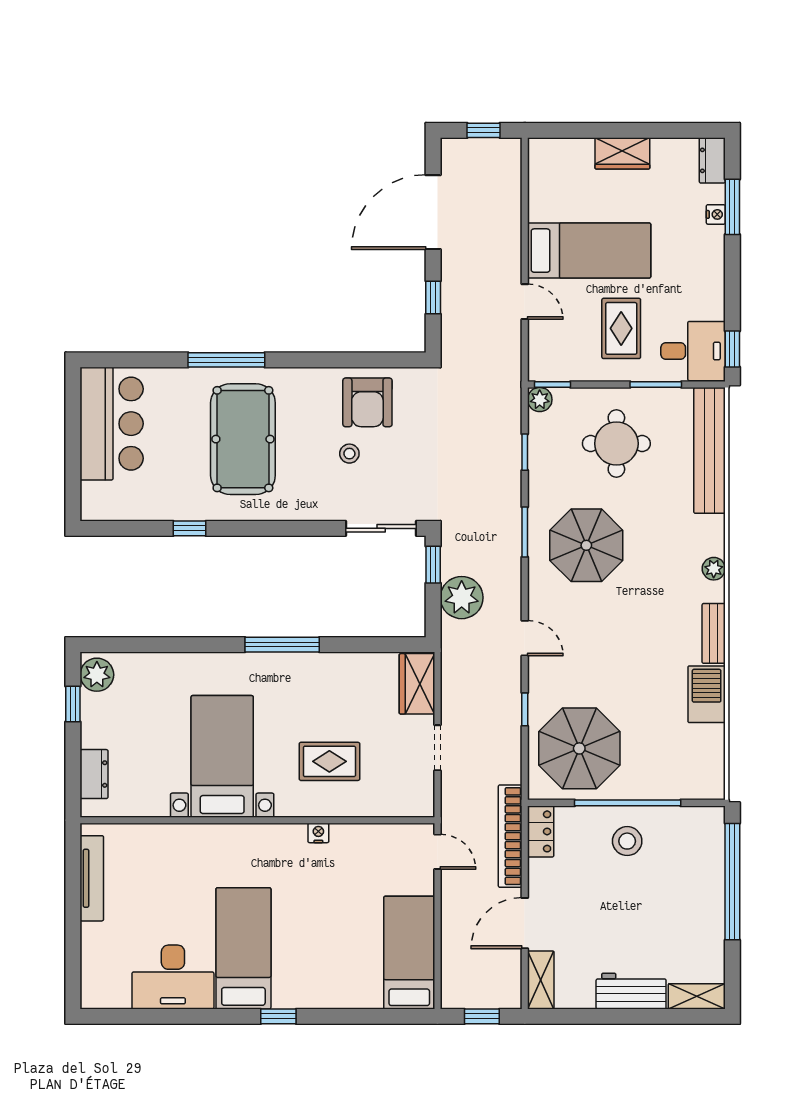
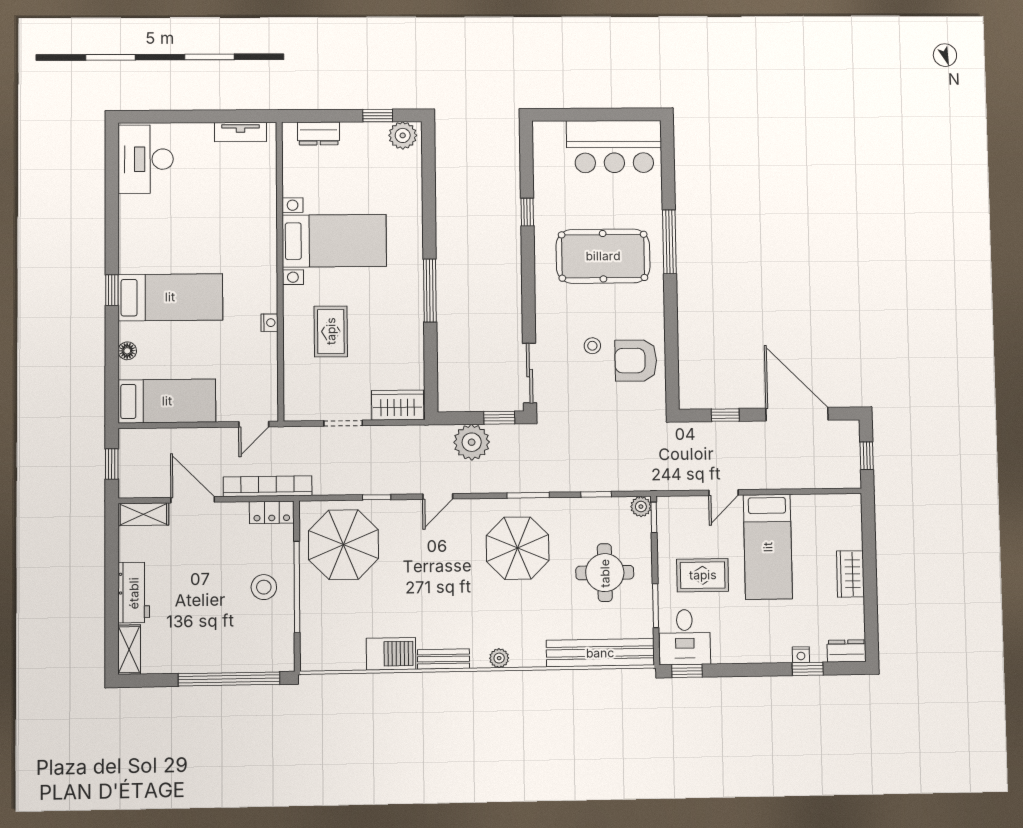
window: (732, 207) -> (808, 669), width x0.67
tv unit: (92, 878) -> (240, 132), width x0.71
bed: (243, 948) -> (170, 297), moved
desk: (173, 977) -> (146, 159), moved
floor lamp: (350, 999) -> (127, 351), added

